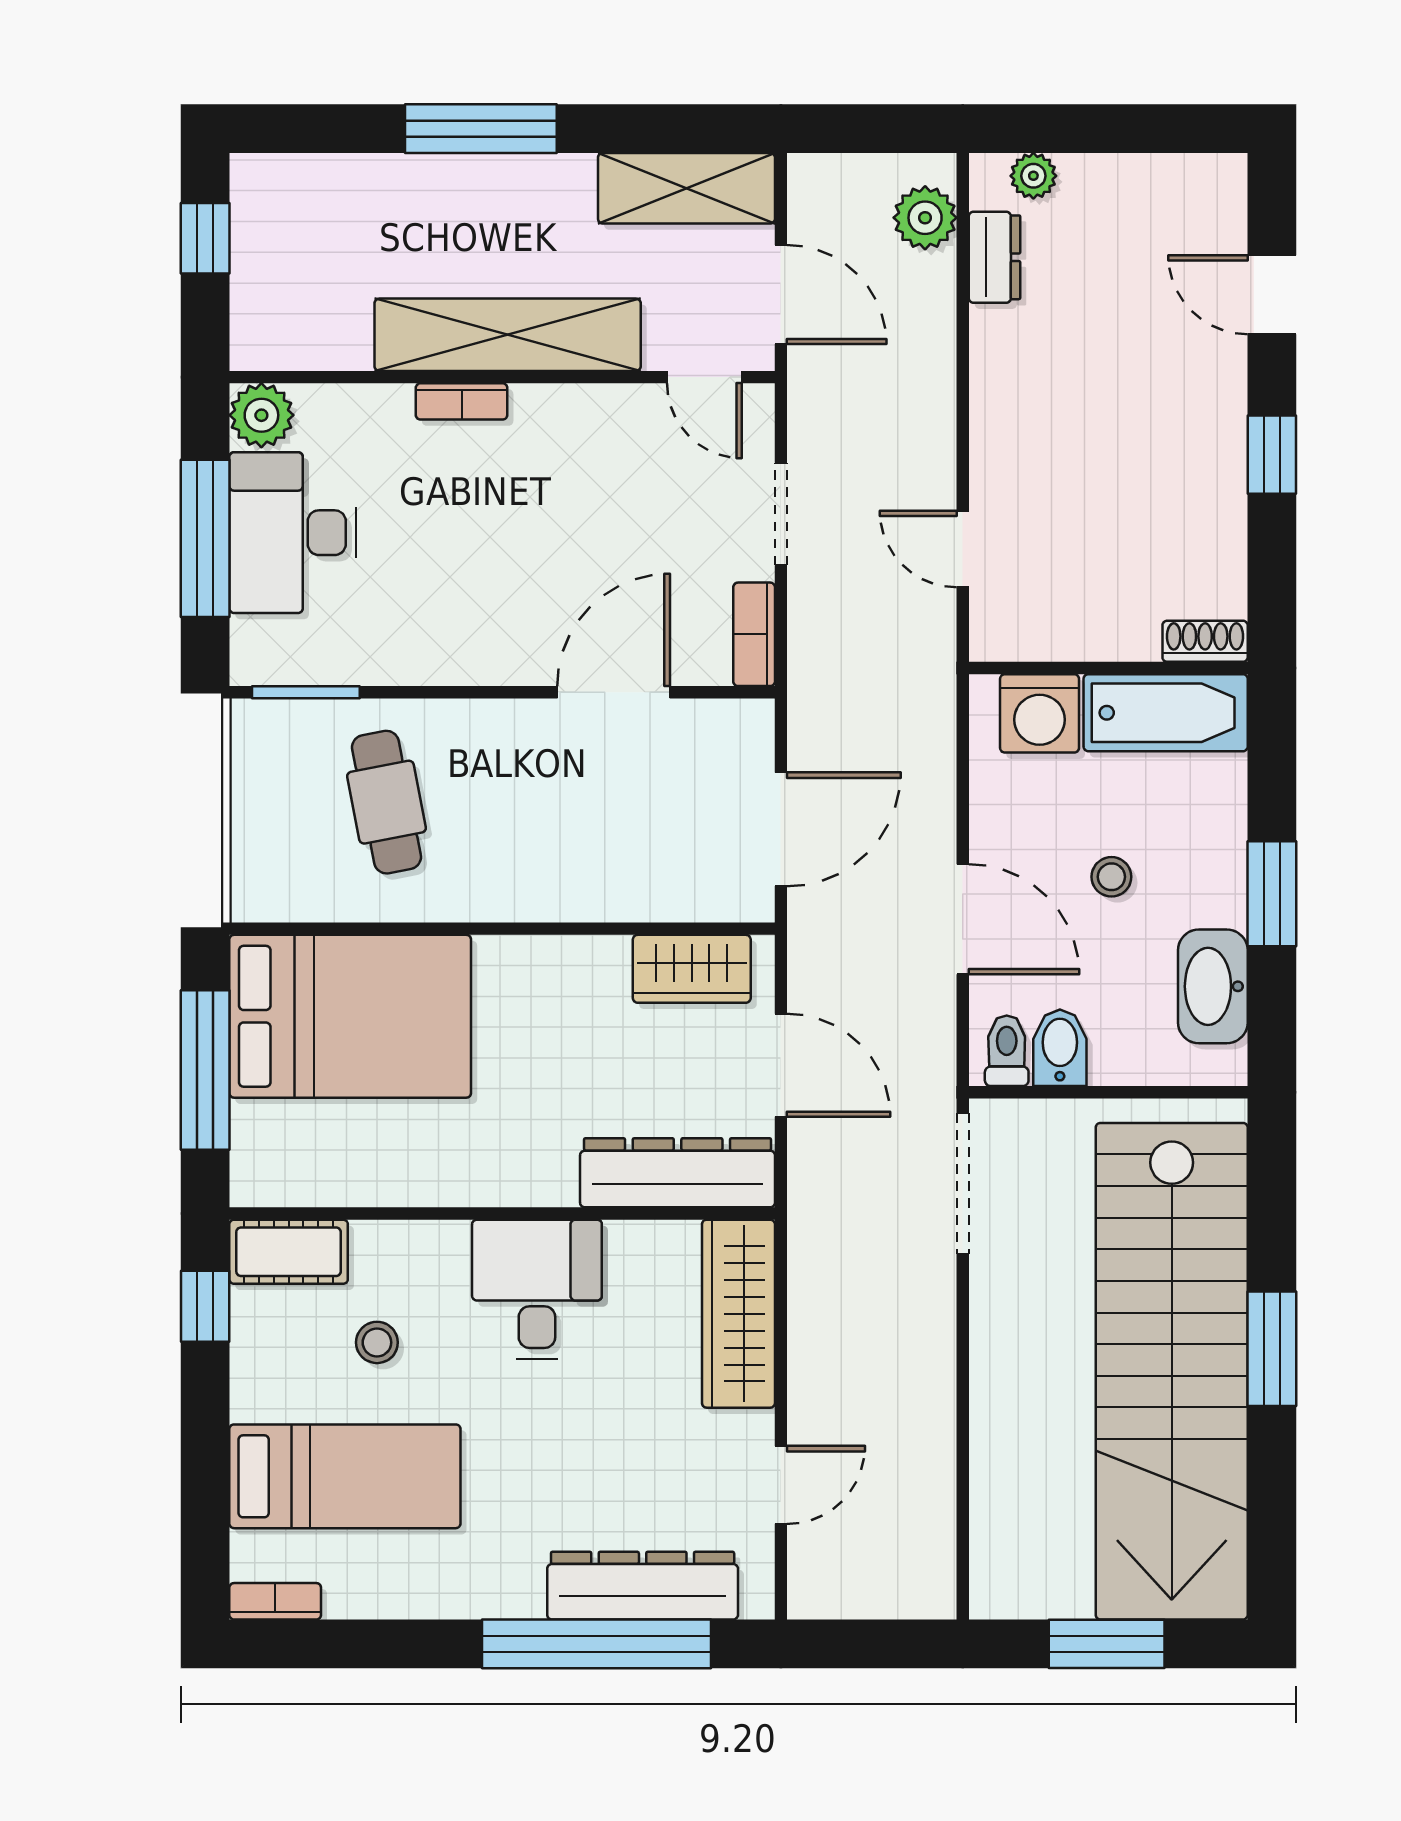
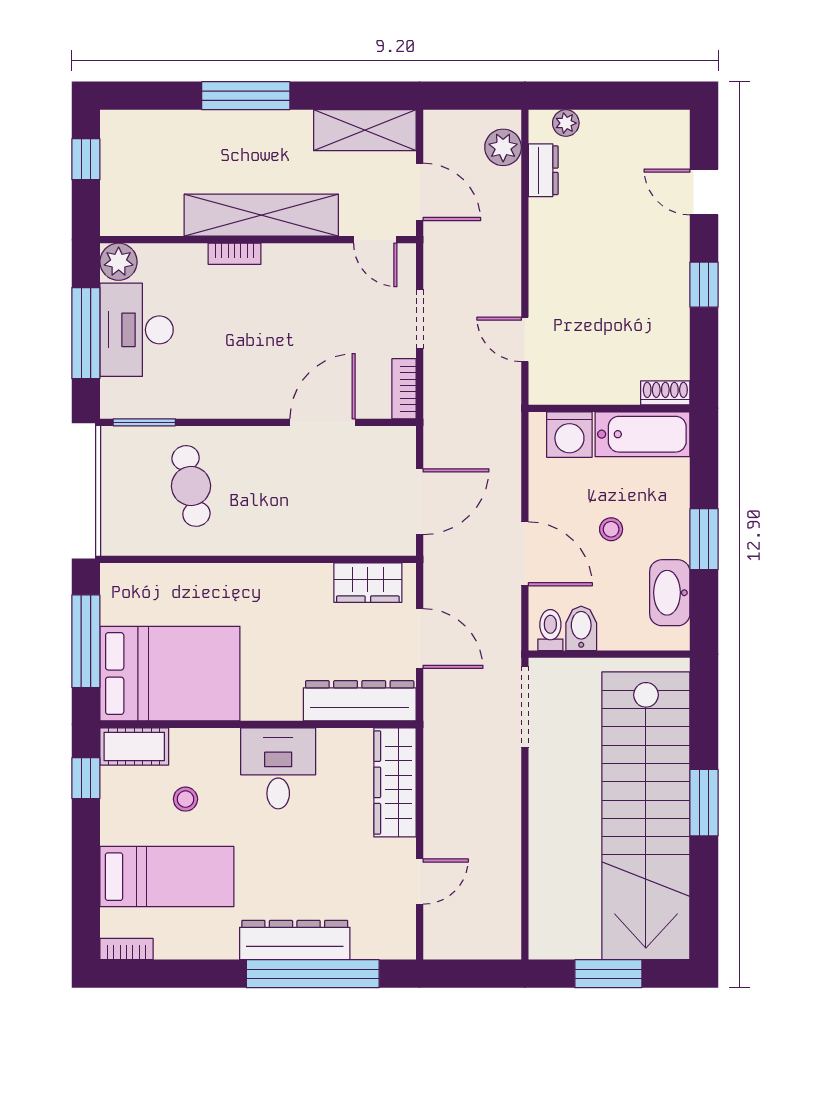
bed: (350, 1016) -> (170, 674), moved
dresser: (643, 1586) -> (295, 940), moved

